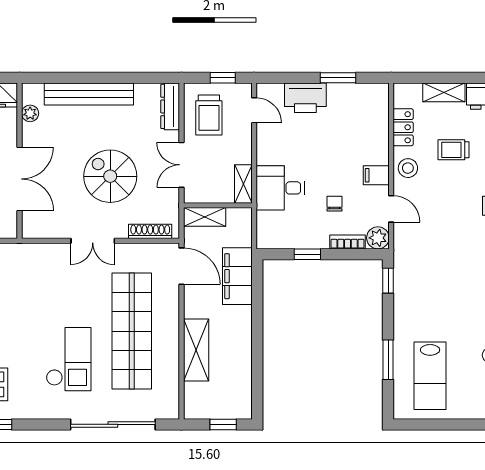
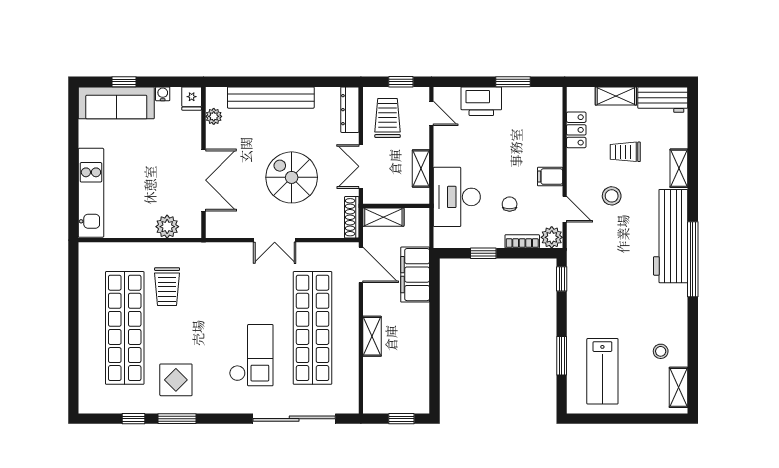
trolley: (209, 115) -> (388, 118), turned 180
stool: (408, 168) -> (612, 196), moved
shelving: (243, 184) -> (421, 168), moved
desk: (280, 188) -> (457, 197), width x1.37
shoe rack: (150, 231) -> (352, 217), moved, turned -90
shelving: (196, 350) -> (372, 336), width x0.67, depth x0.75

